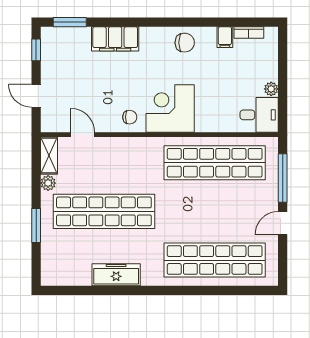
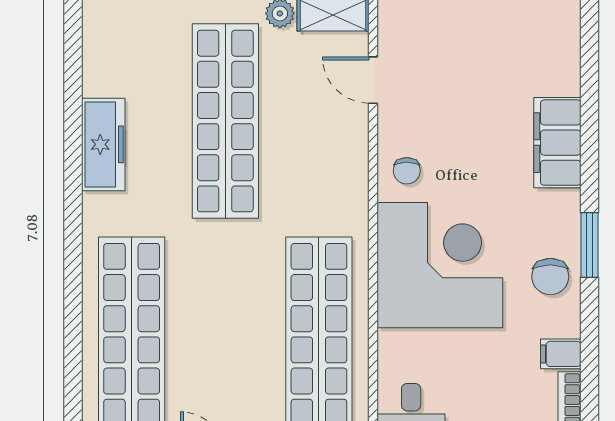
window: (70, 22) -> (590, 245), moved
corner desk: (170, 109) -> (440, 265), width x1.36, depth x1.36
door: (83, 135) -> (373, 80), swing flipped

